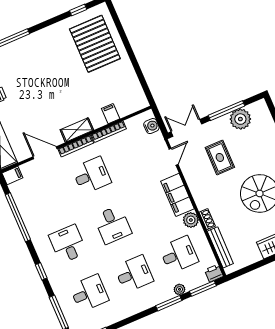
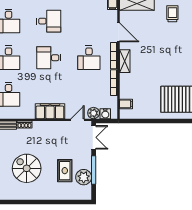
filing cabinet: (111, 114) -> (126, 104), moved
door: (45, 153) -> (118, 32), hinge flipped
door: (174, 157) -> (78, 120), swing flipped
rug: (220, 157) -> (65, 171), moved, turned 90
plant: (191, 220) -> (94, 113), moved

